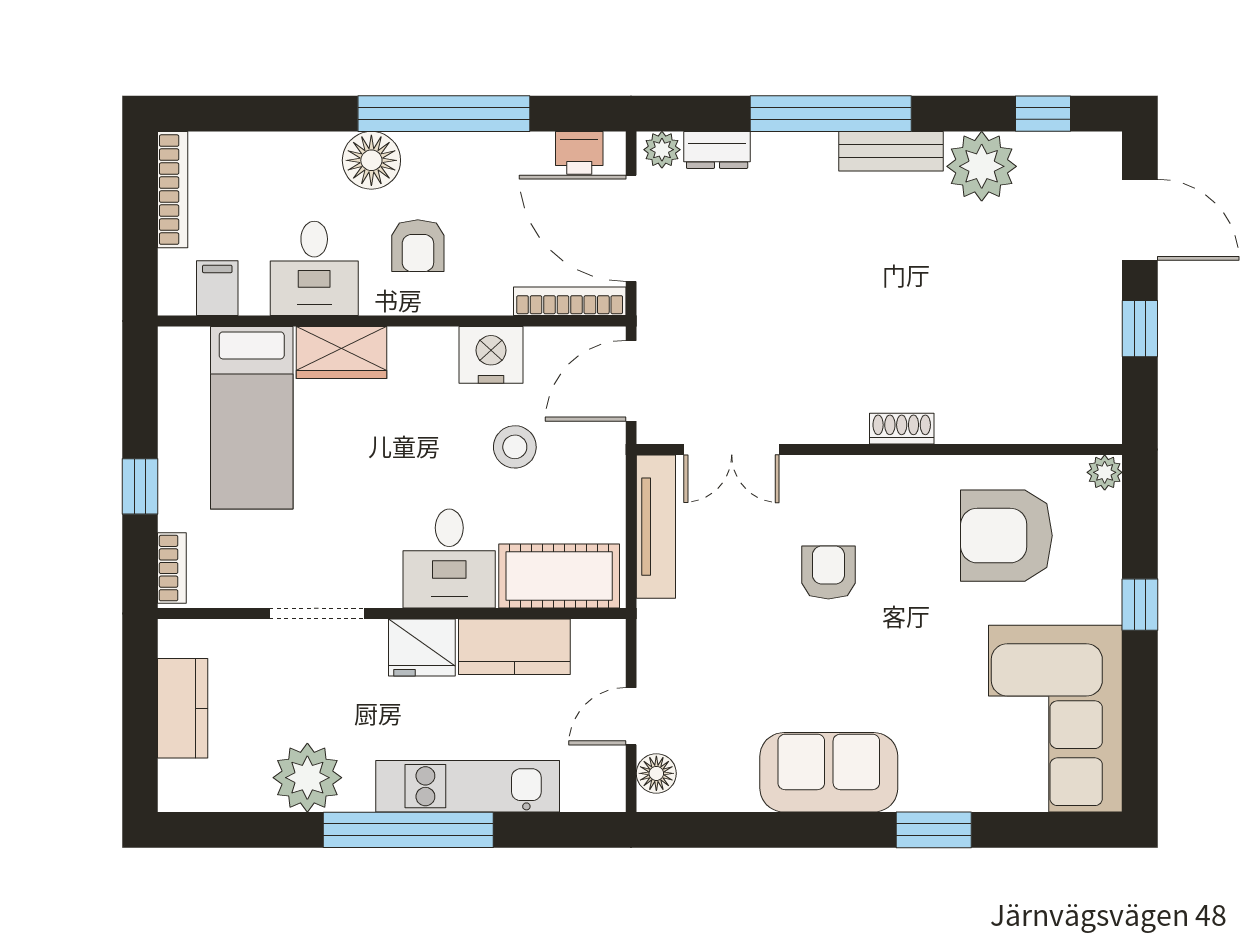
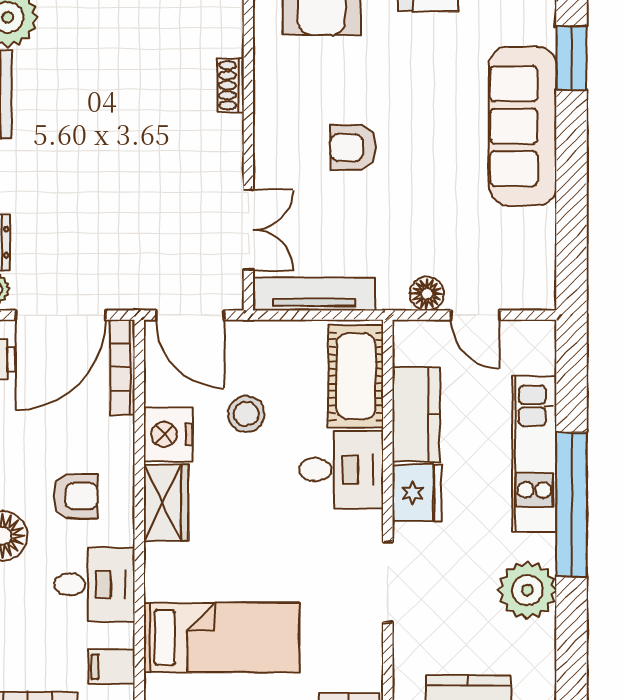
wardrobe: (342, 352) -> (166, 503), moved
sofa: (829, 772) -> (523, 126), width x1.36
floor lamp: (656, 773) -> (427, 294), moved

